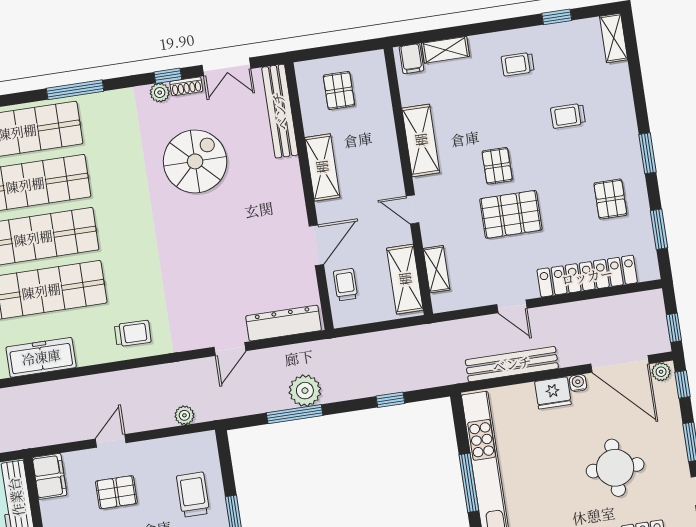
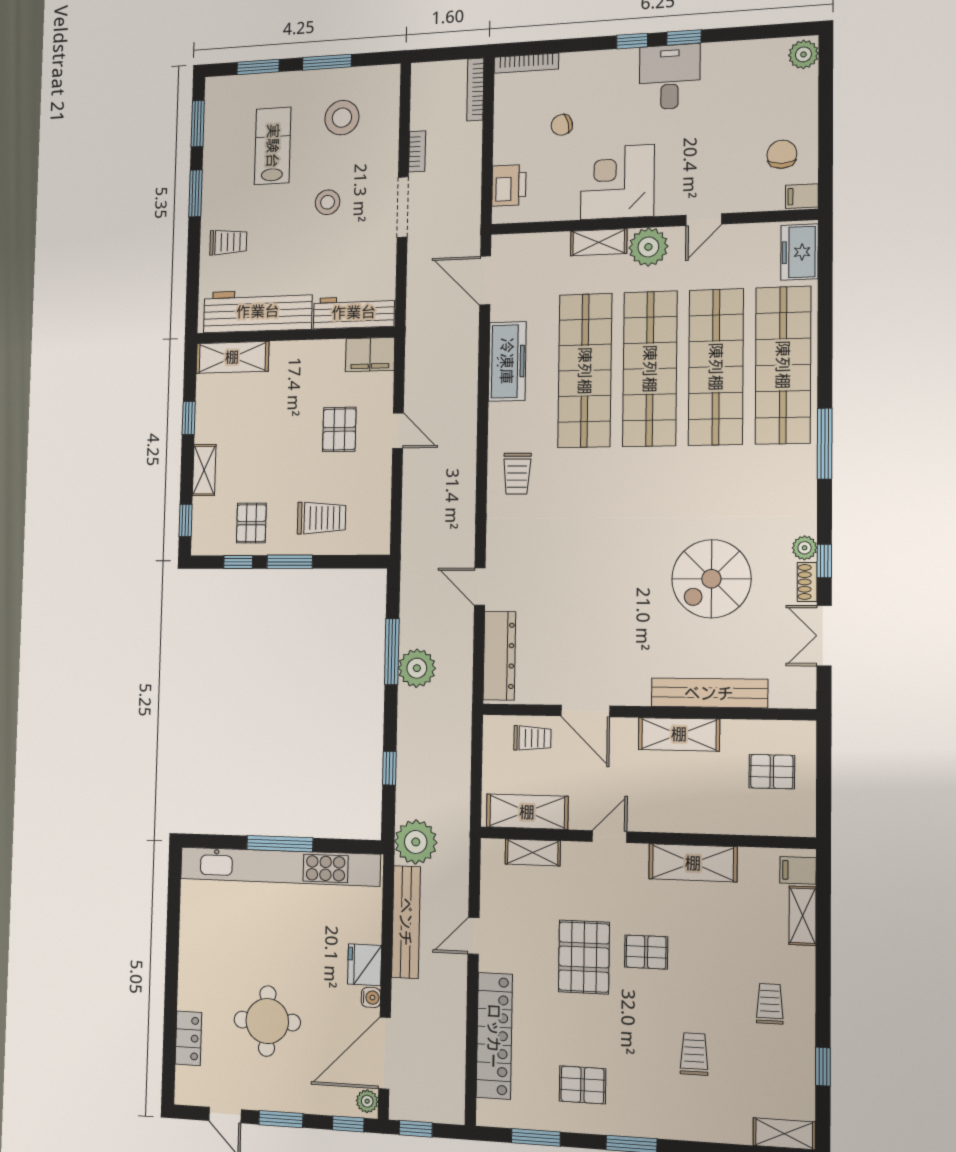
bench: (280, 111) -> (709, 693), moved
spiral stairs: (195, 161) -> (711, 579), turned 90
plant: (184, 415) -> (416, 842), moved, width x1.87, depth x1.87

